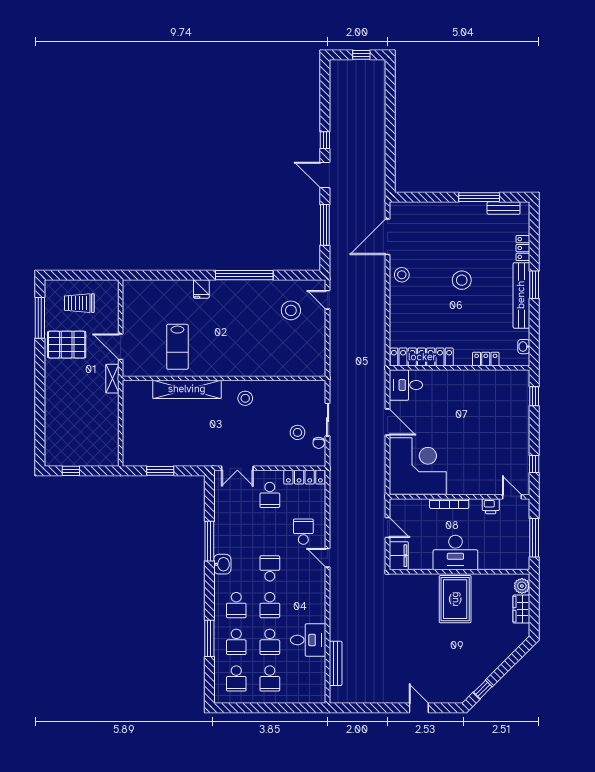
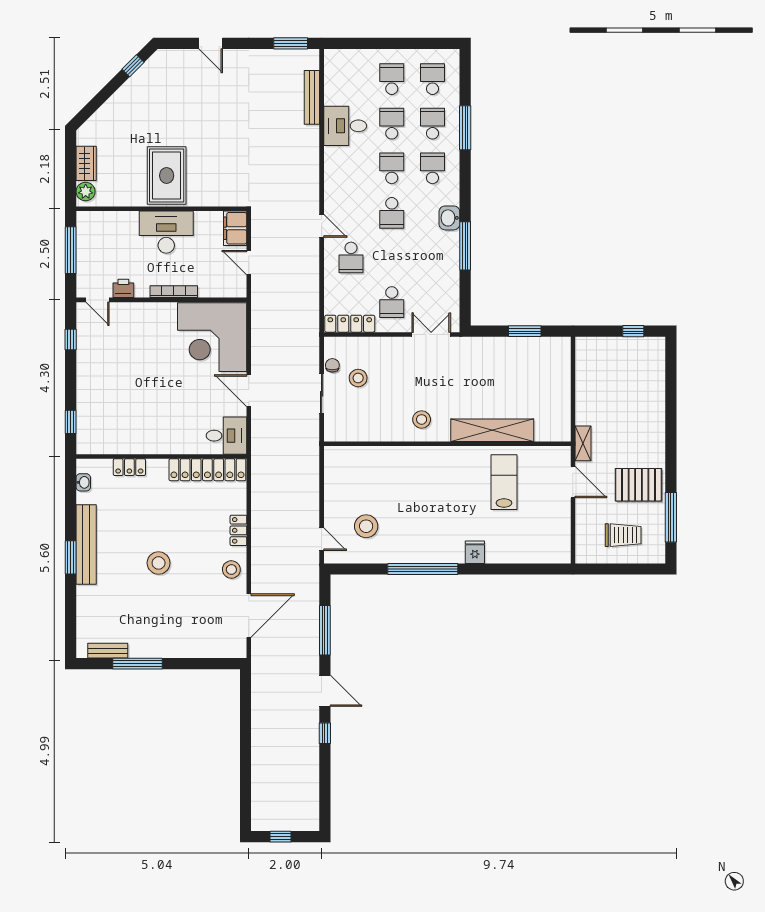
locker: (523, 248) -> (238, 530), moved, turned 180
school desk: (270, 495) -> (392, 302), turned 180
window: (353, 708) -> (291, 43), added

